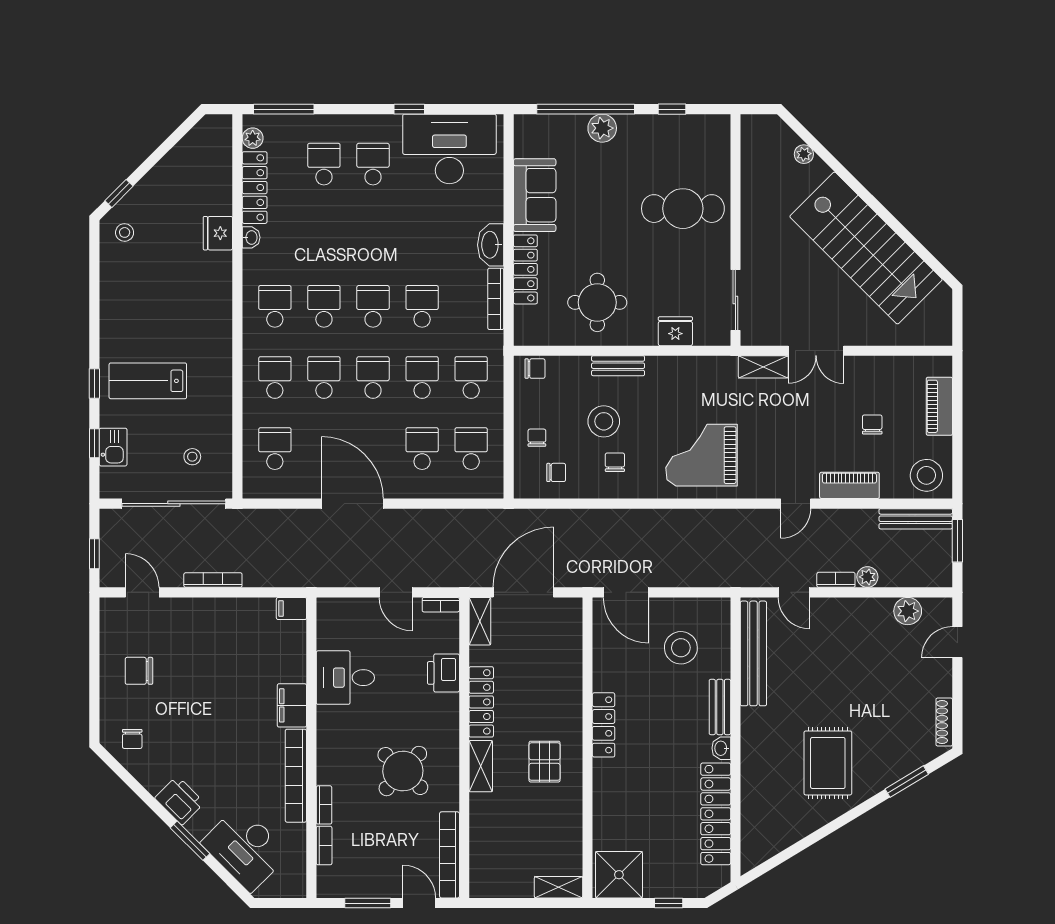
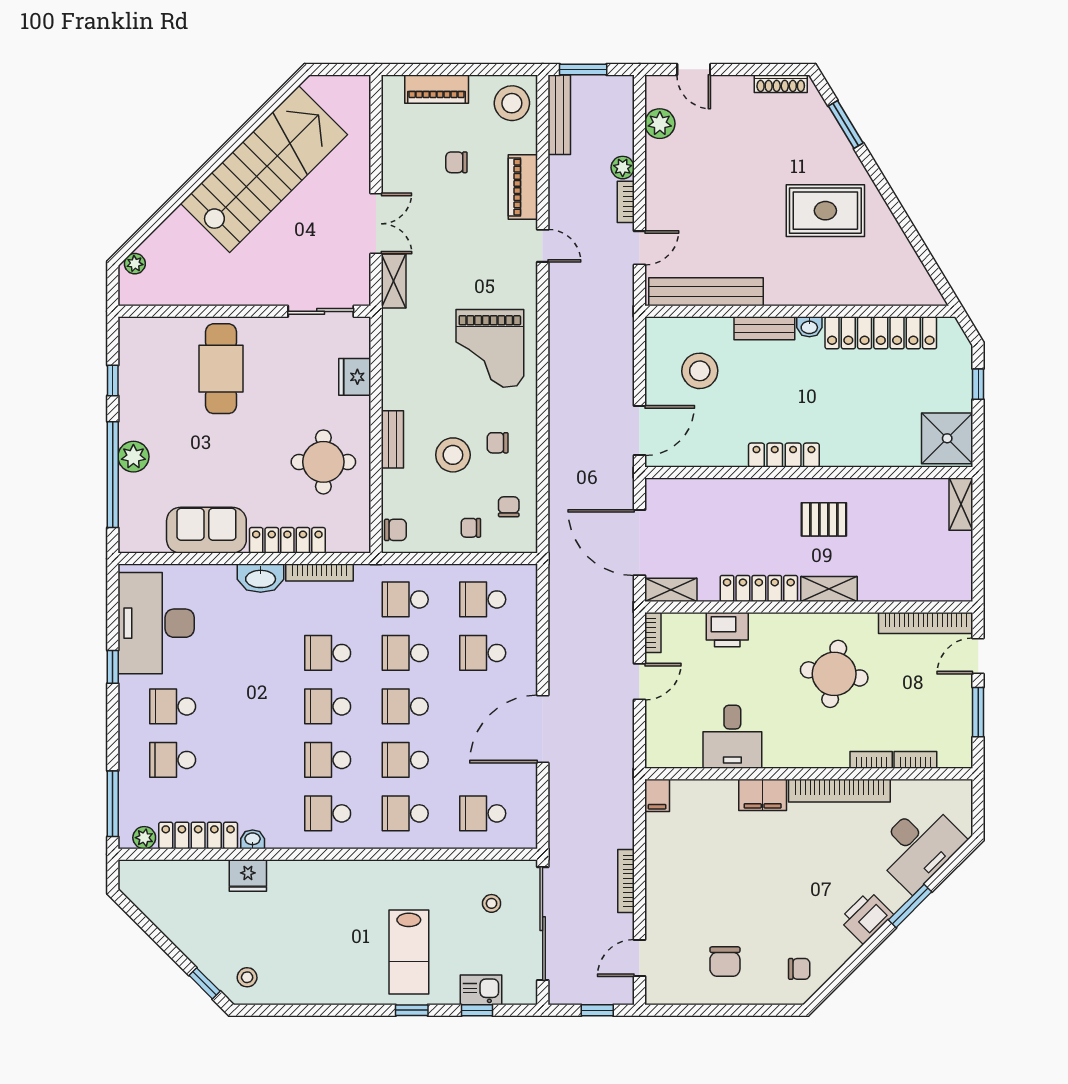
plant: (804, 154) -> (135, 264), moved
chair: (535, 369) -> (395, 530), turned 90
round table: (403, 771) -> (834, 674), turned -34

